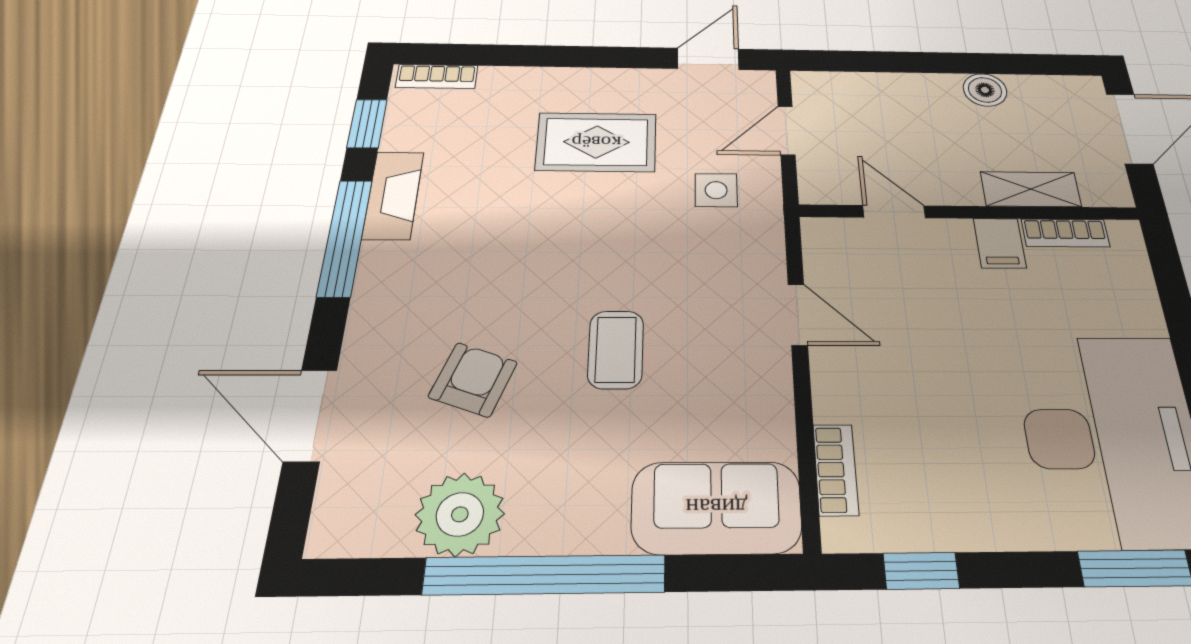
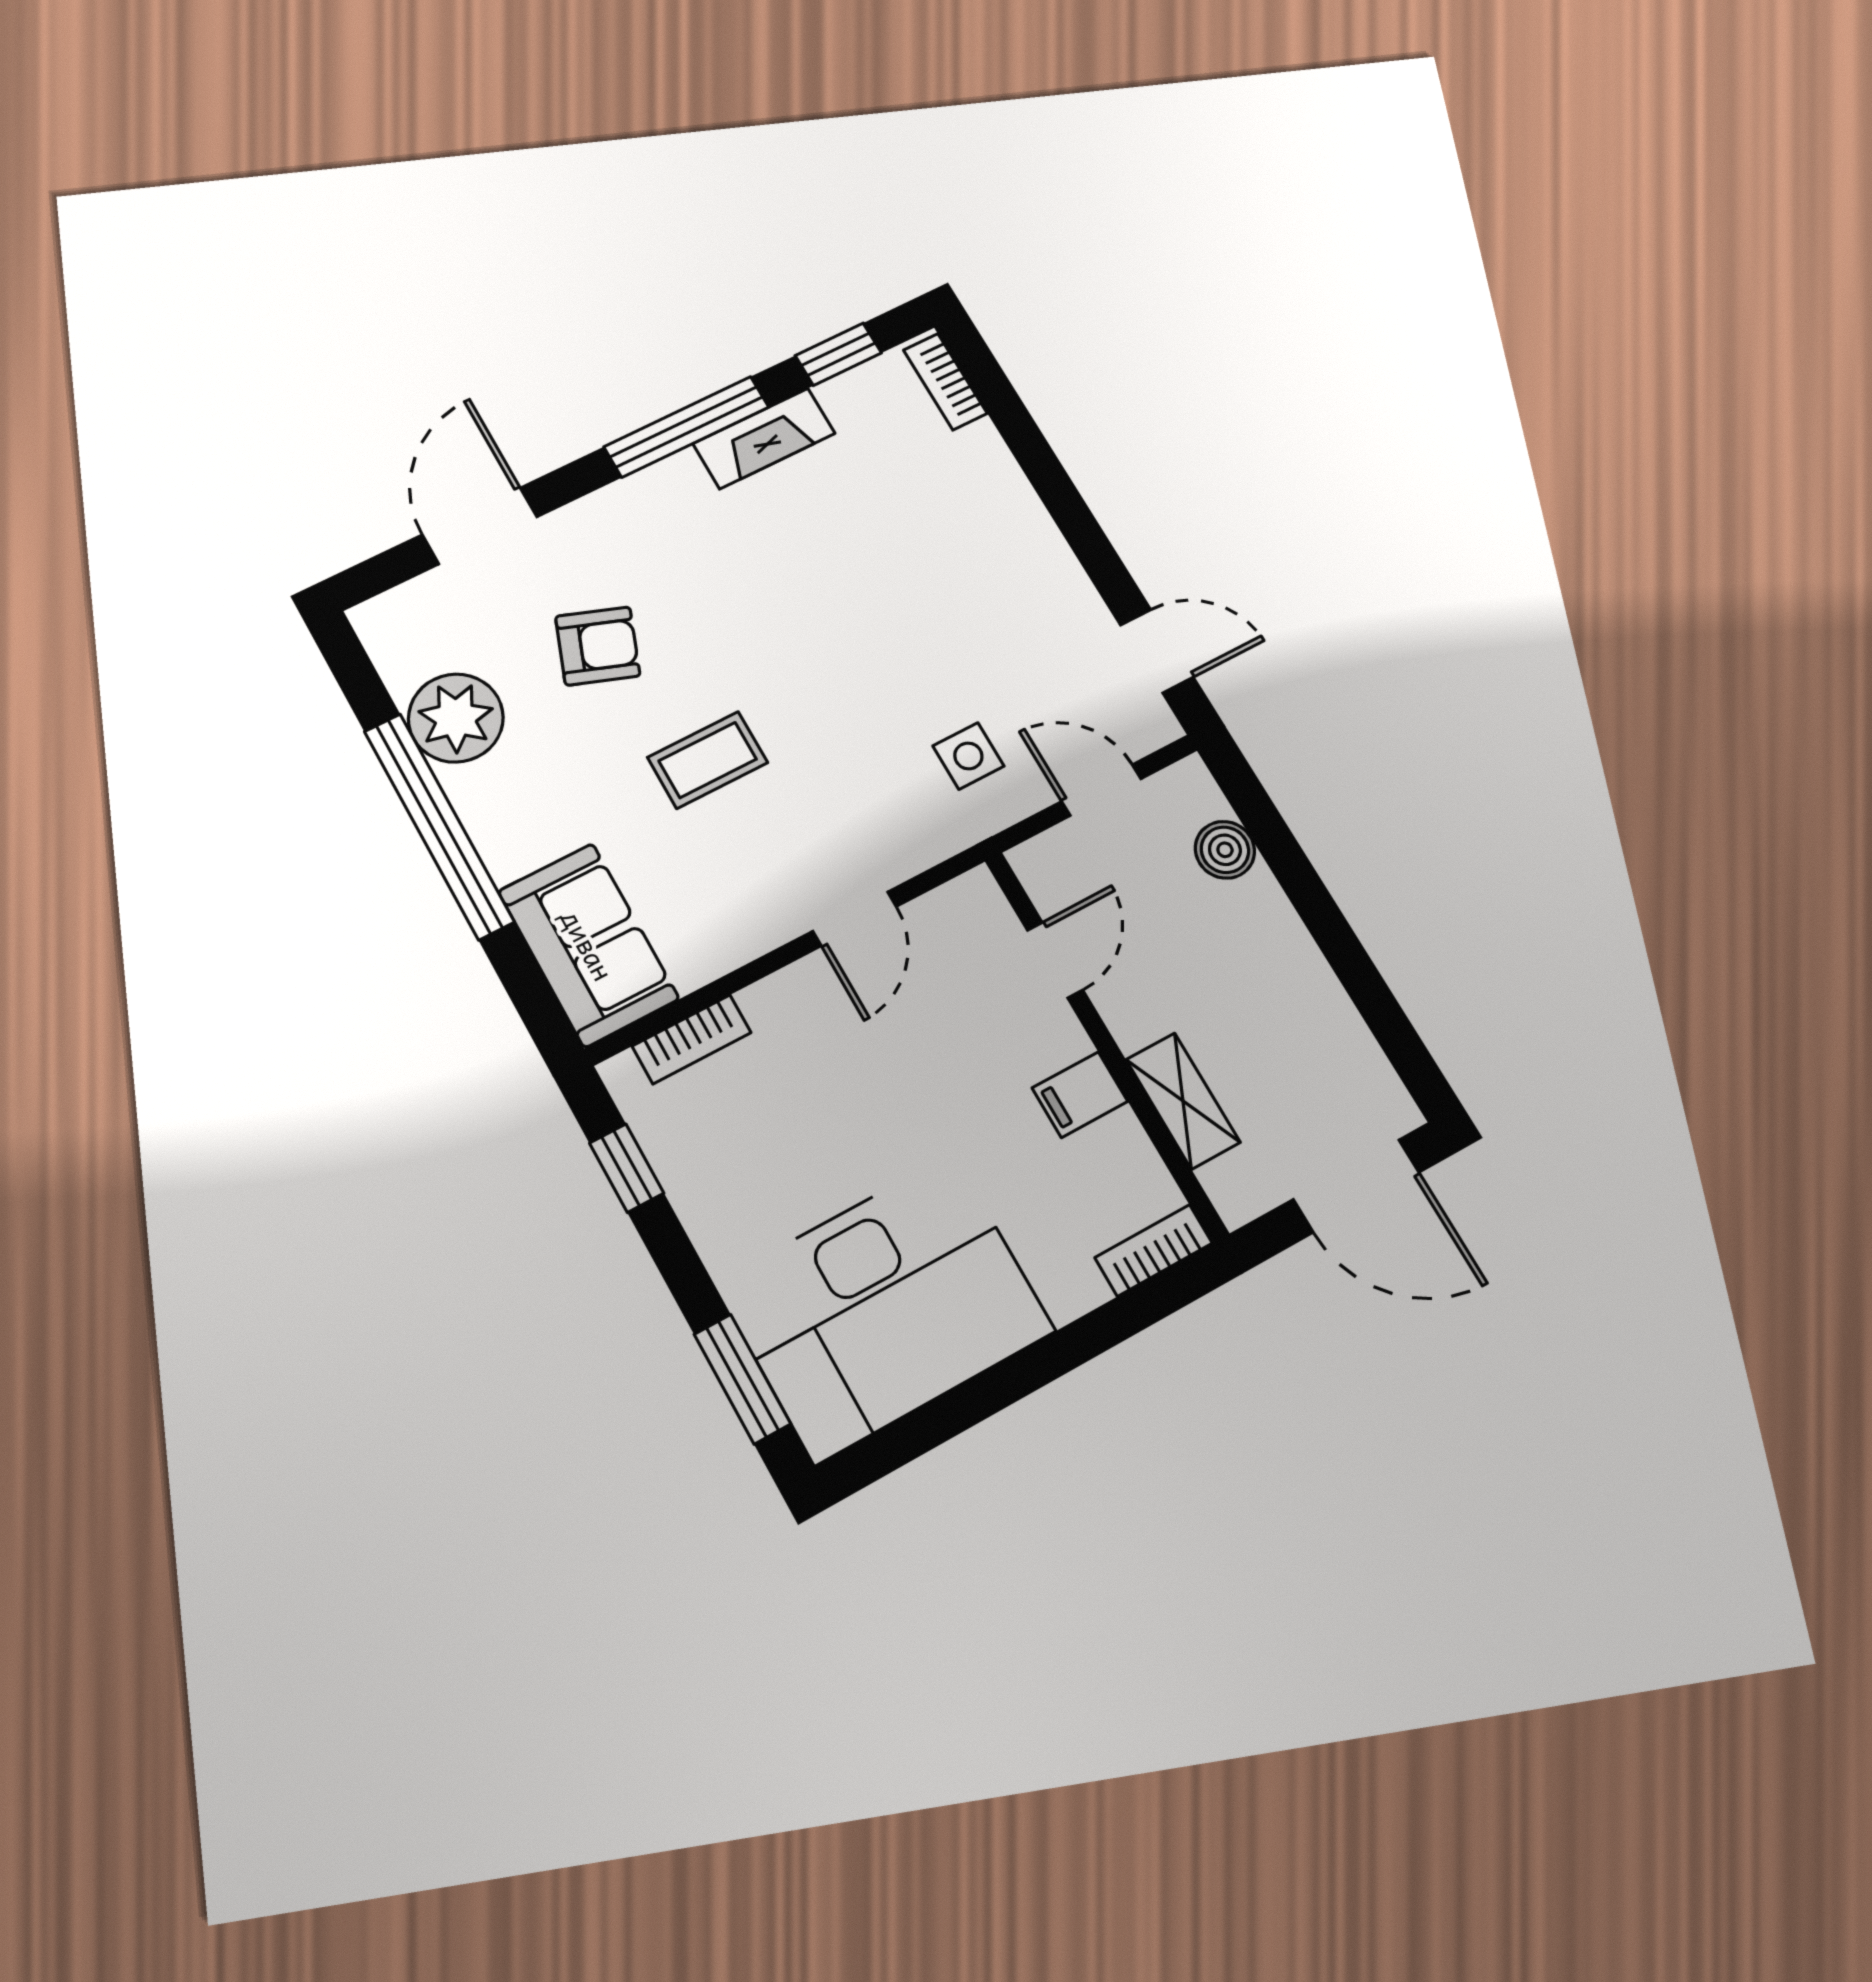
boiler: (985, 90) -> (1225, 850), moved
rug: (596, 142) -> (958, 597), removed
bookcase: (1065, 233) -> (1154, 1250), moved, turned 90

